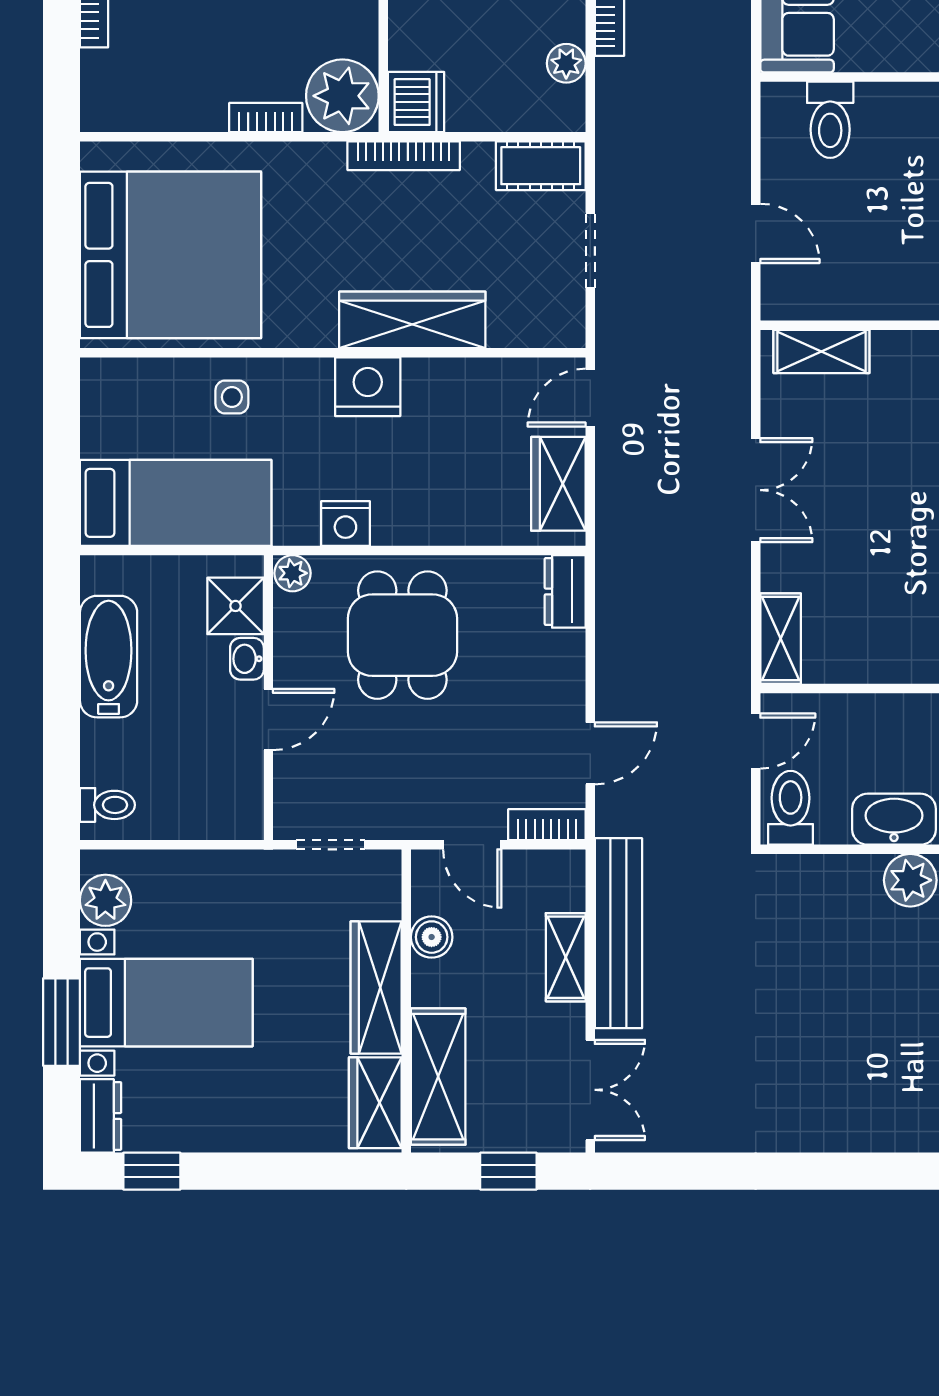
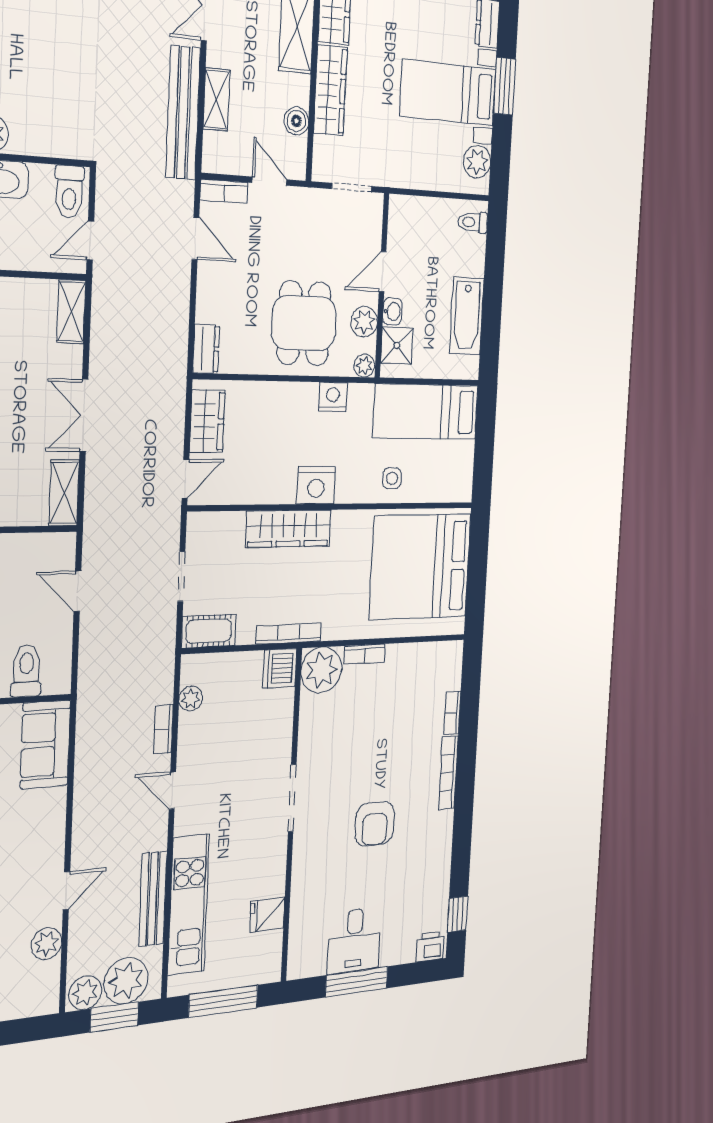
shelving: (821, 351) -> (64, 493), moved, turned 90
plant: (297, 641) -> (364, 322), added
door: (590, 753) -> (195, 238), swing flipped

